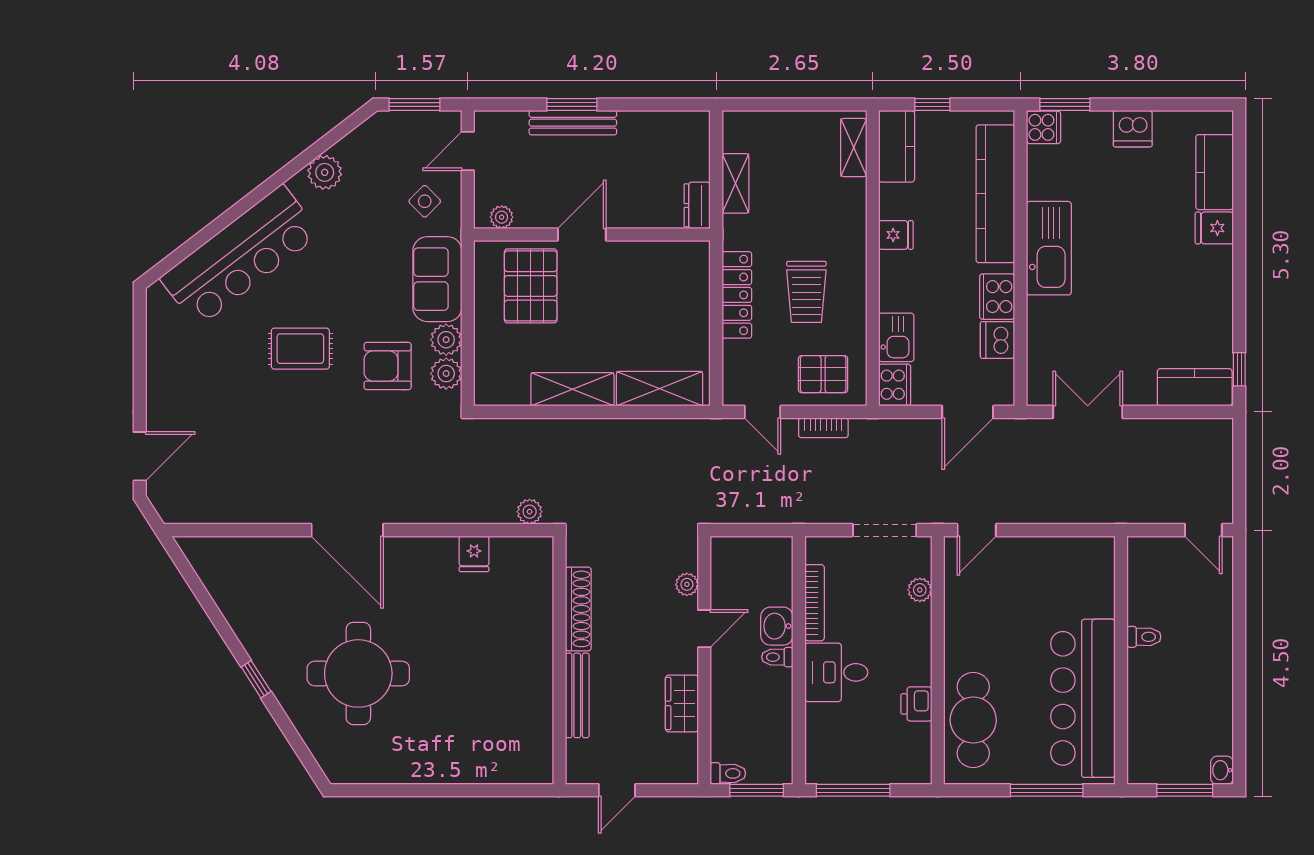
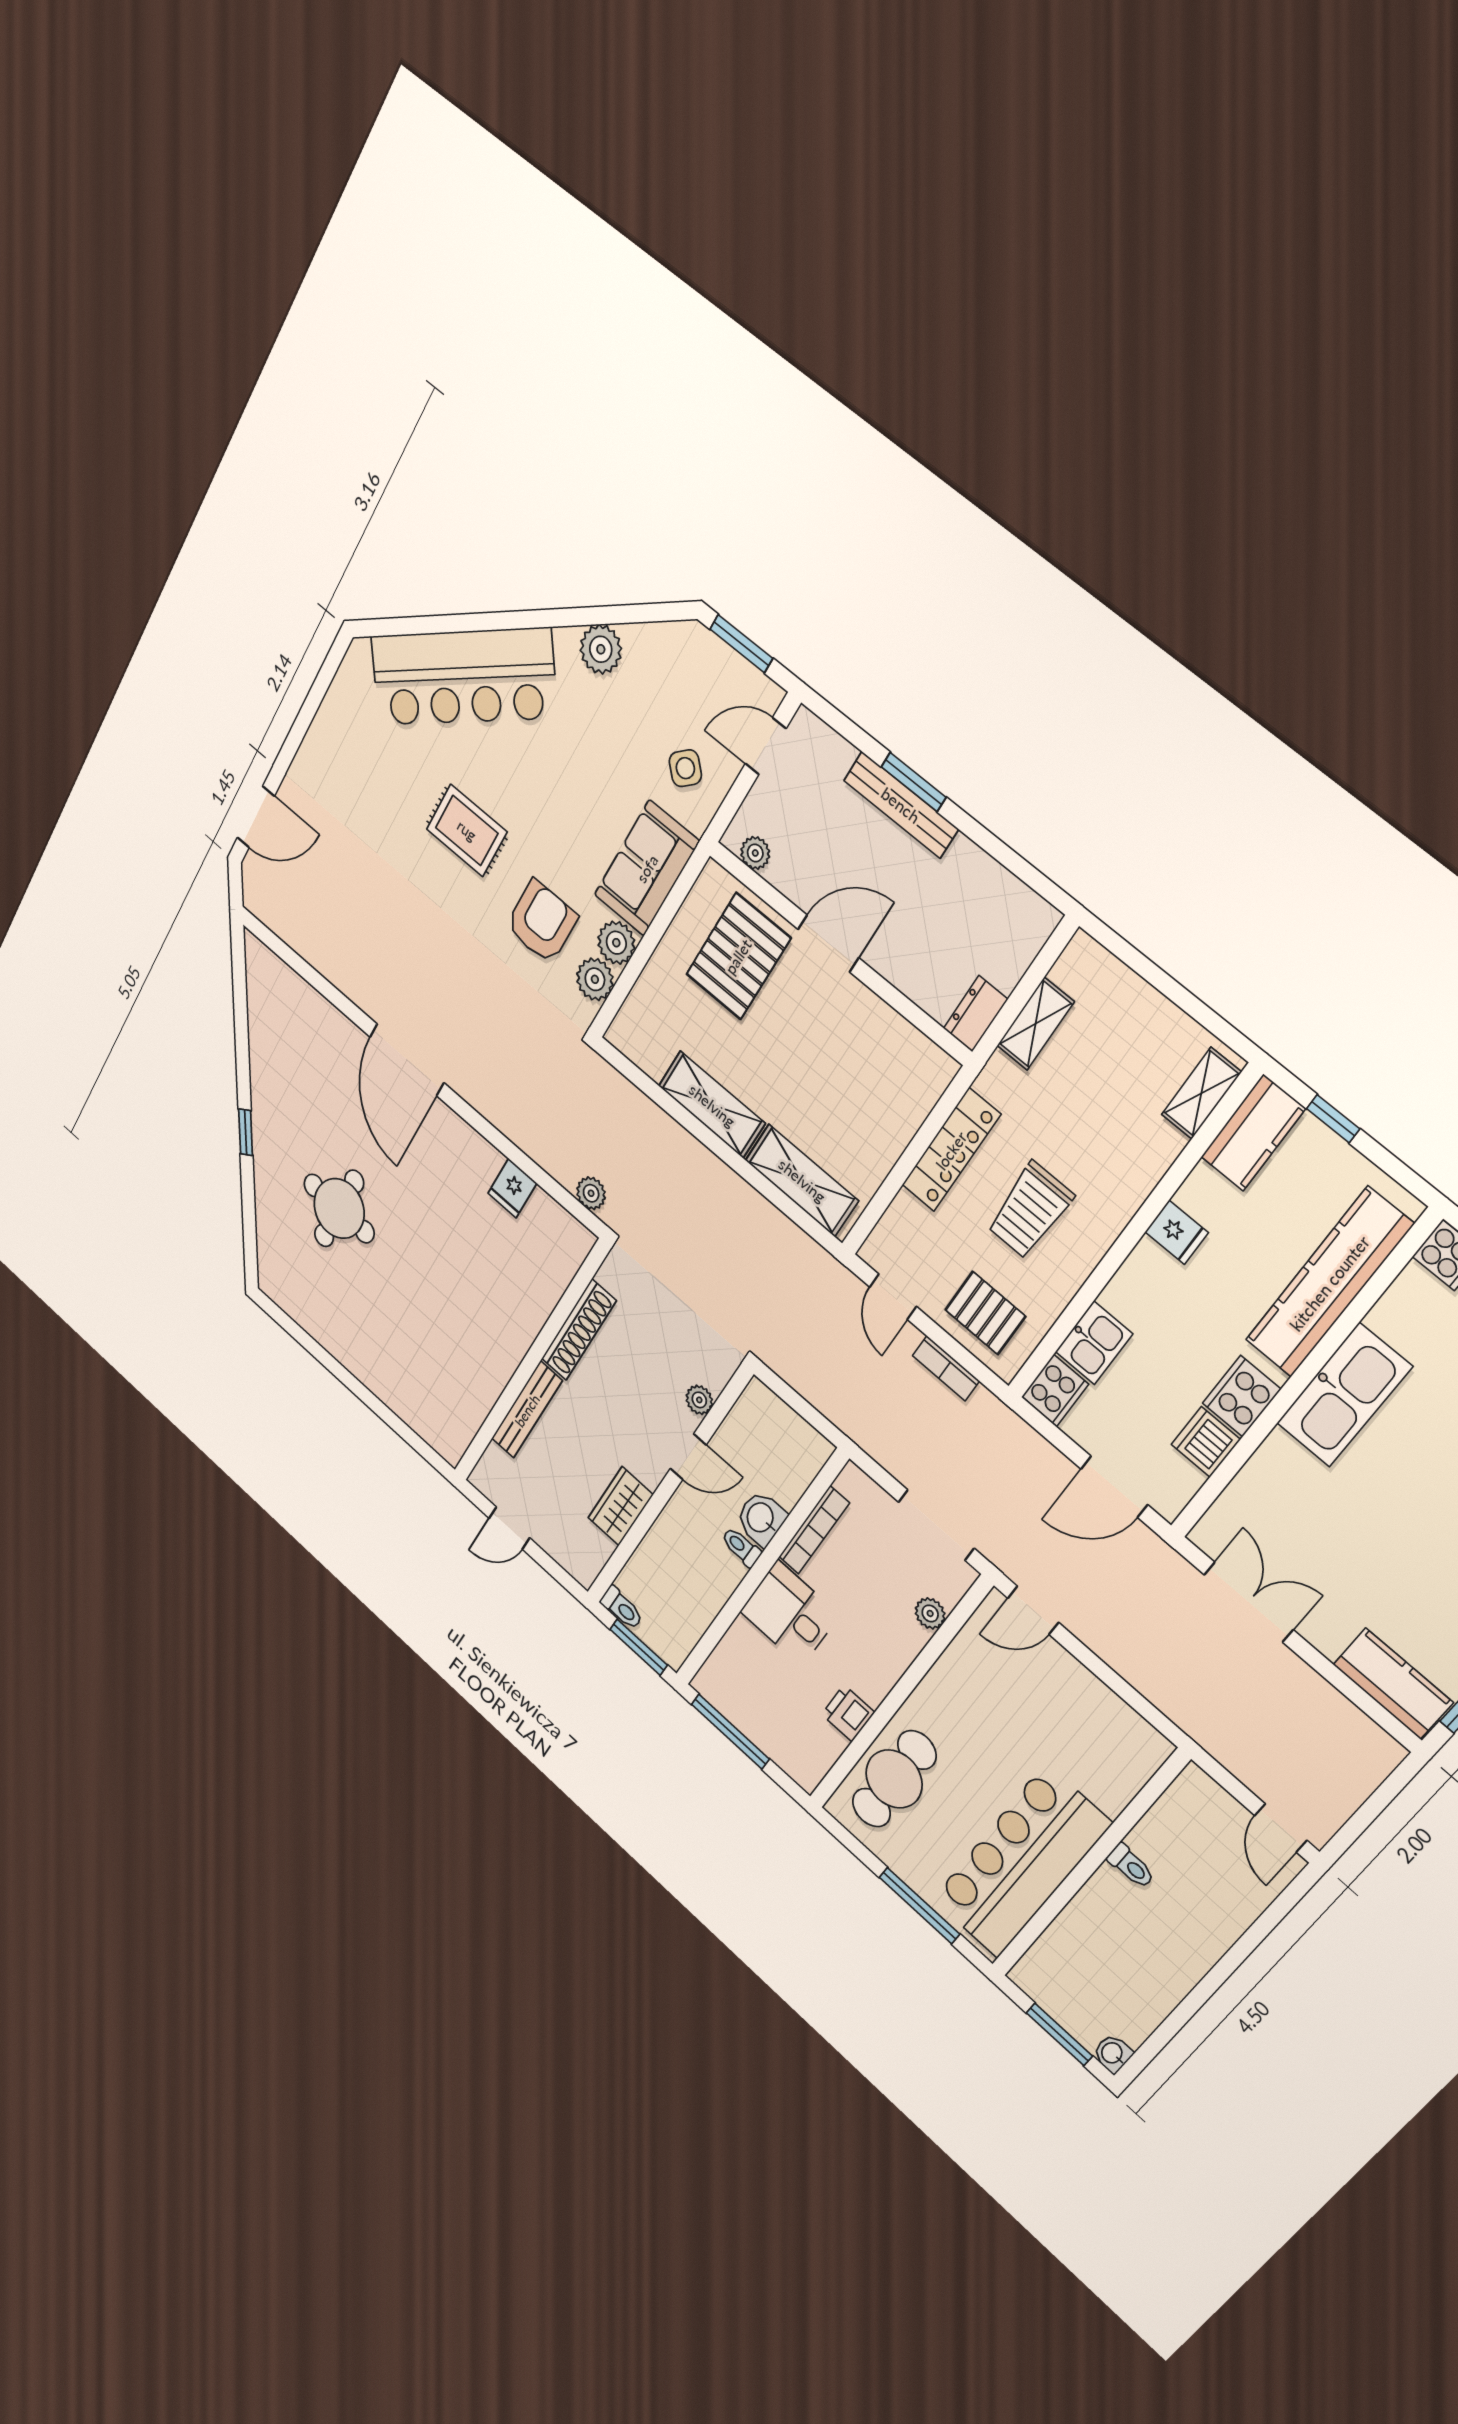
armchair: (388, 366) -> (542, 922), turned 90
round table: (358, 673) -> (339, 1209), width x0.73, depth x0.73

